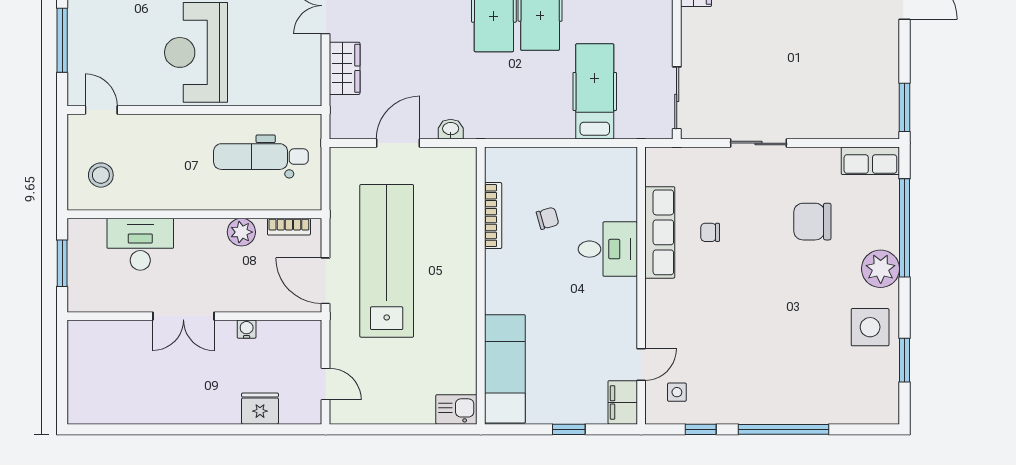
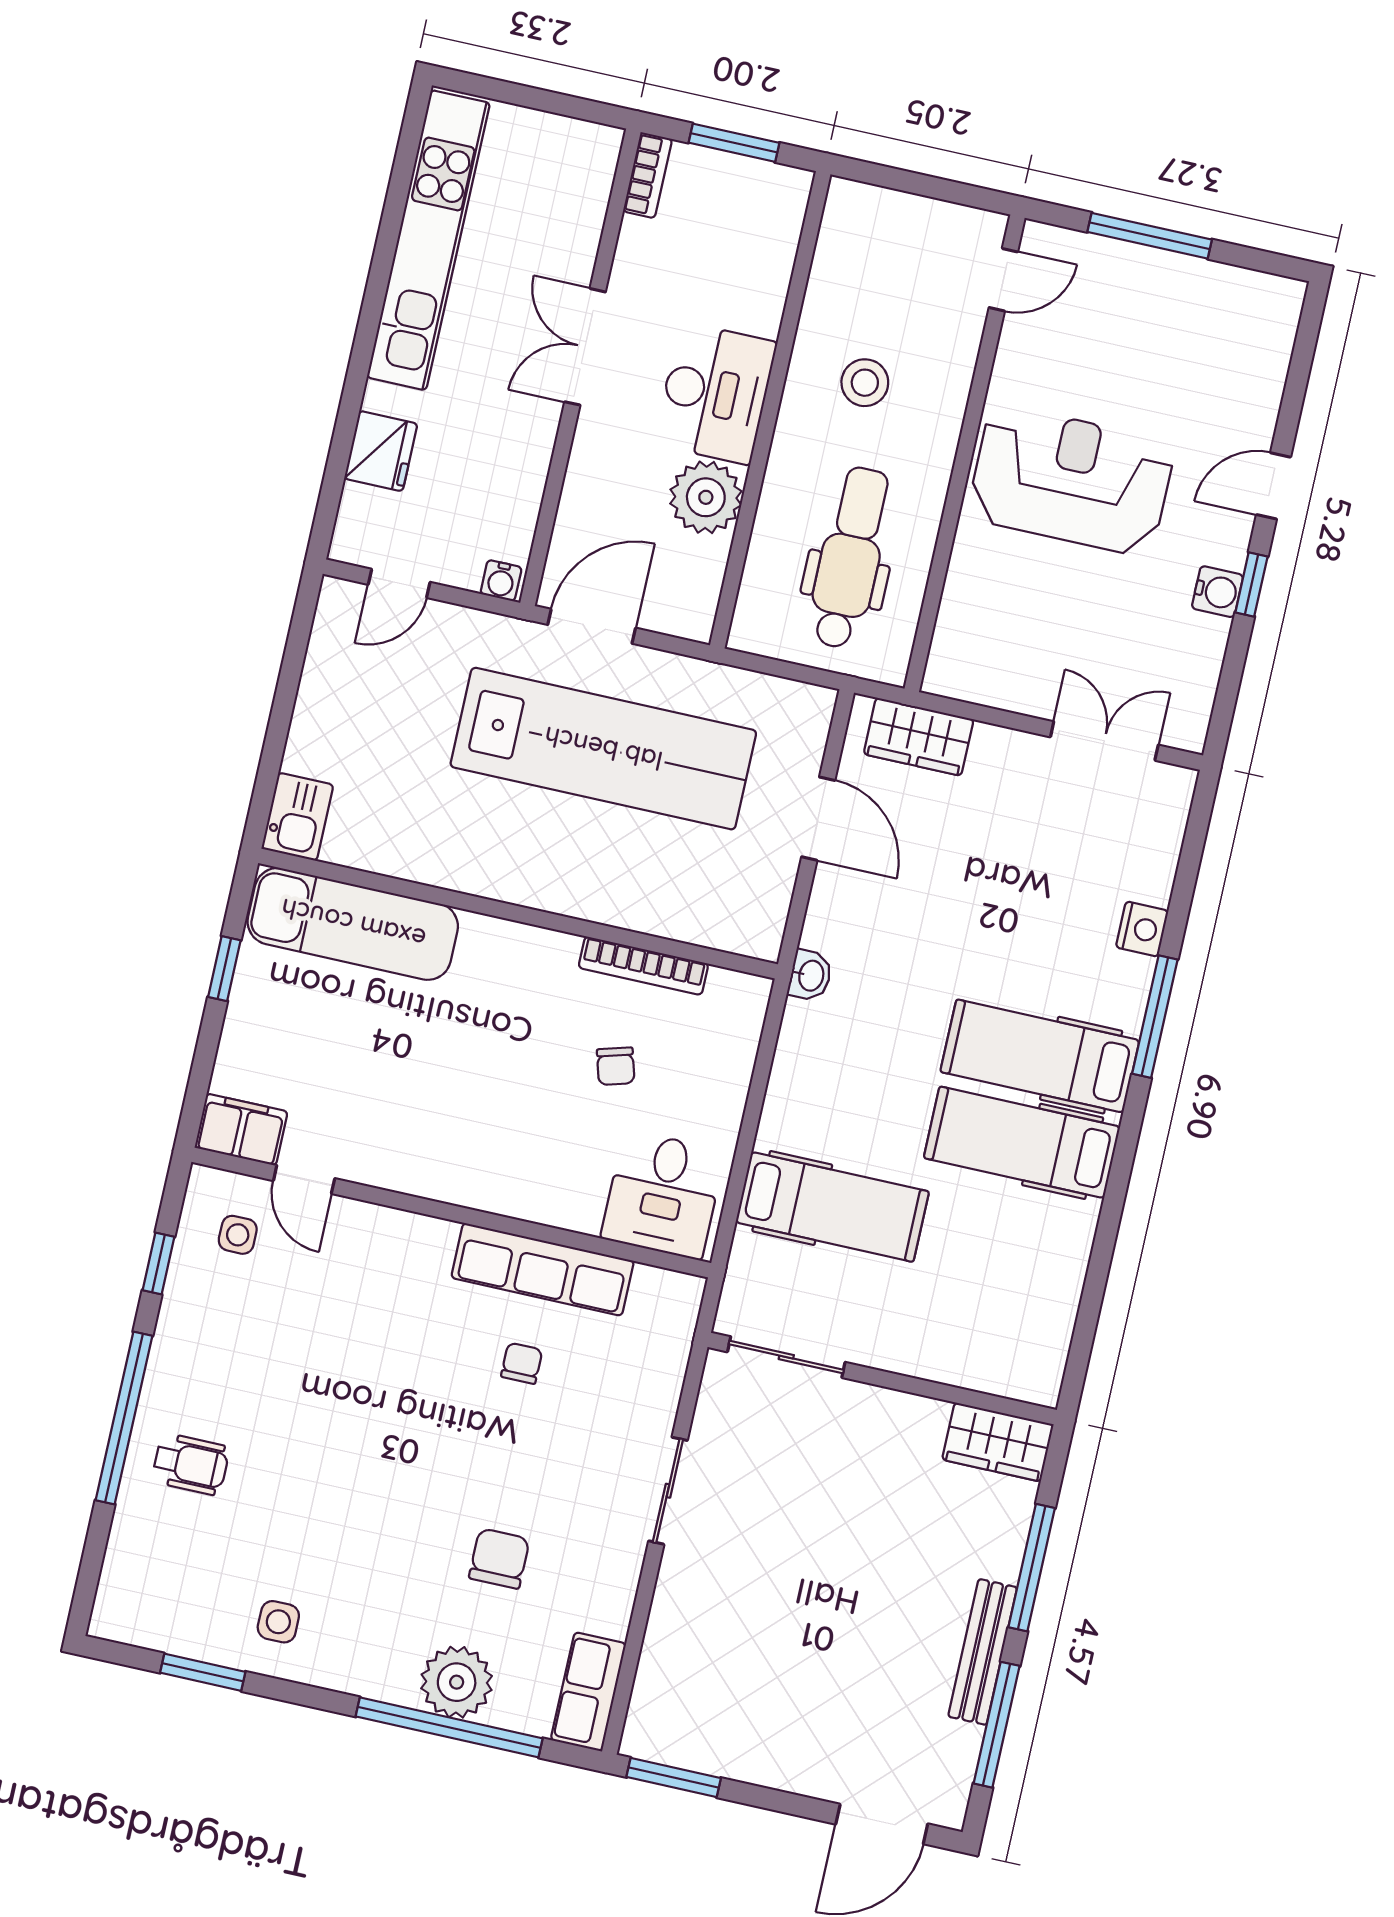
wardrobe: (345, 68) -> (919, 737), moved
washbasin: (451, 129) -> (810, 975), moved
stool: (101, 175) -> (865, 383), moved
chair: (812, 222) -> (499, 1559), width x0.73, depth x0.73
bookcase: (289, 227) -> (648, 175), moved, turned 180
plant: (241, 232) -> (706, 497), width x1.36, depth x1.36
desk: (140, 244) -> (715, 393), moved
desk: (608, 249) -> (663, 1195), moved
plant: (881, 269) -> (457, 1682), moved
side table: (870, 327) -> (278, 1622), width x0.54, depth x0.54
water cooler: (247, 329) -> (501, 581), moved, turned 90
wheelchair: (800, 390) -> (191, 1464), added
kitchen unit: (147, 408) -> (428, 240), added
window: (569, 429) -> (224, 969), moved

